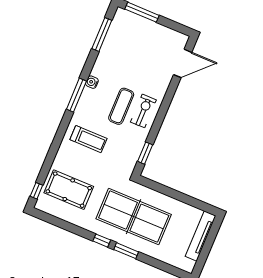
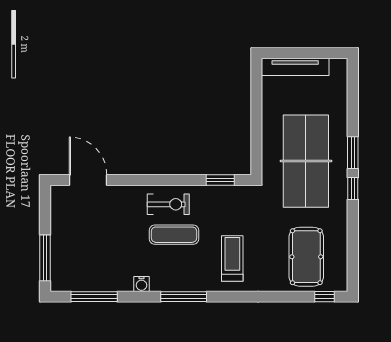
water cooler: (92, 82) -> (141, 284), moved
exercise bike: (143, 111) -> (168, 204), turned 180

